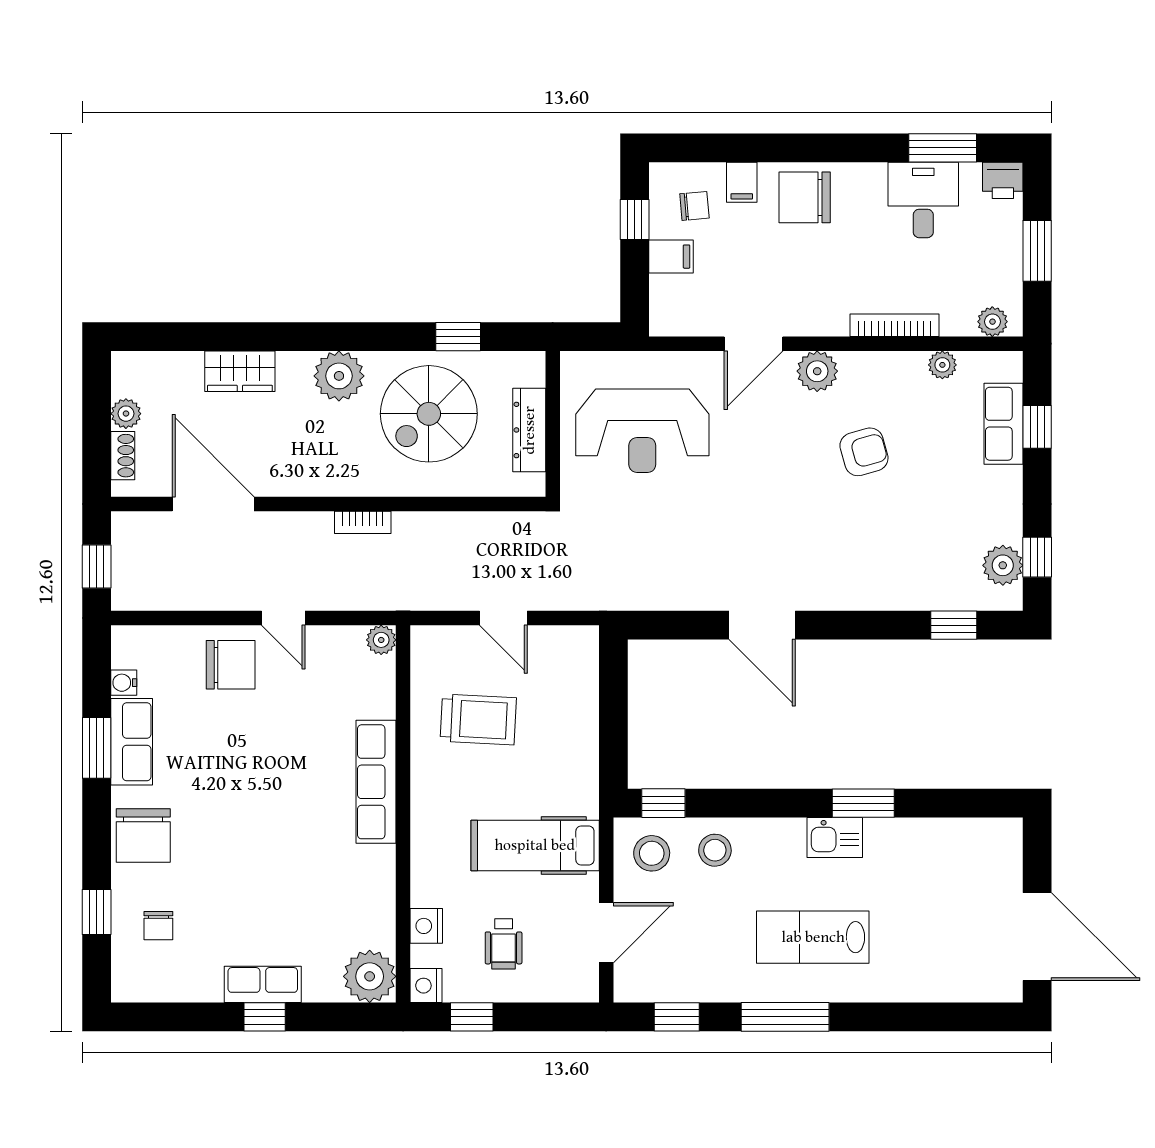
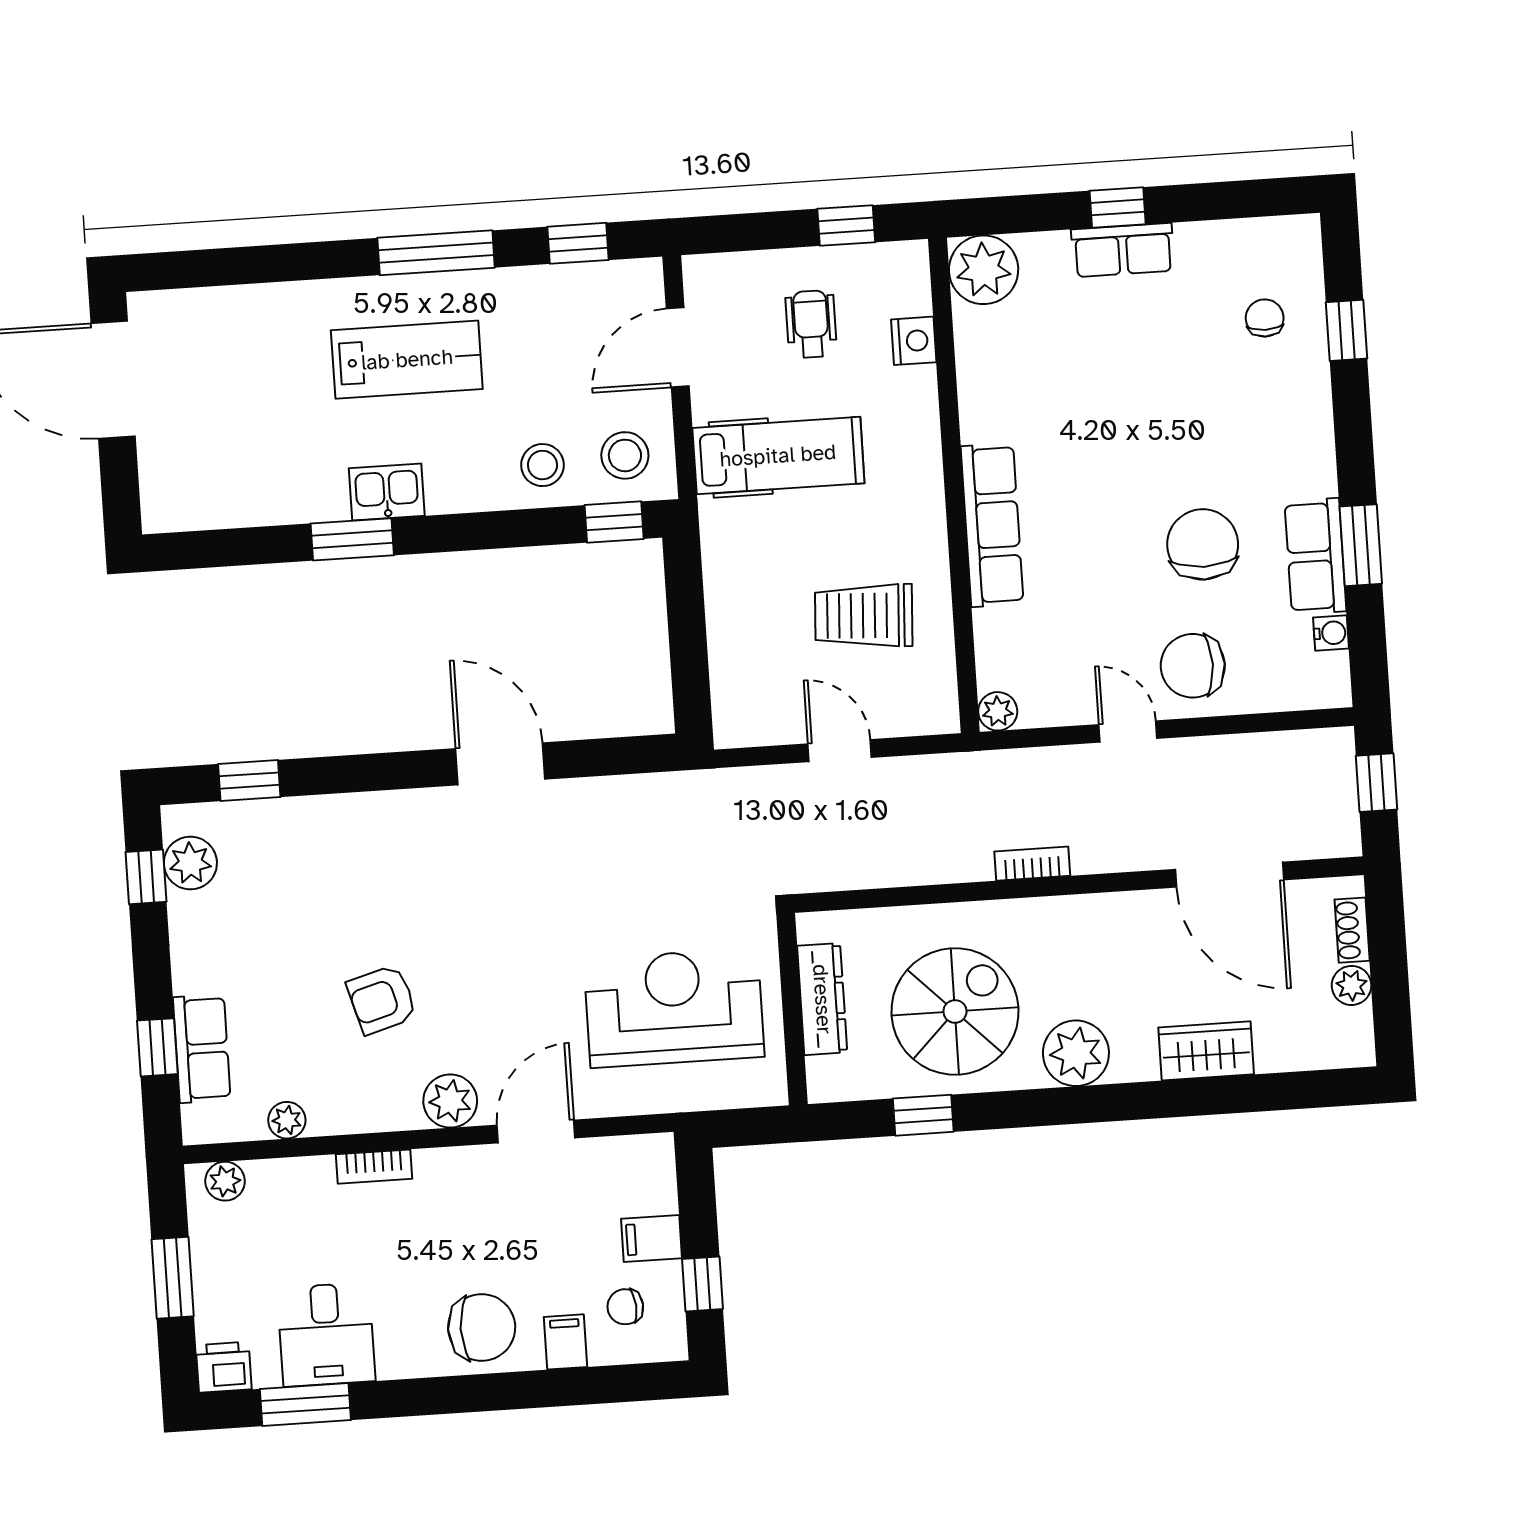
bookcase: (894, 325) -> (374, 1167), width x0.64
chair: (143, 836) -> (1203, 544), moved
nightstand: (426, 986) -> (909, 263), removed

